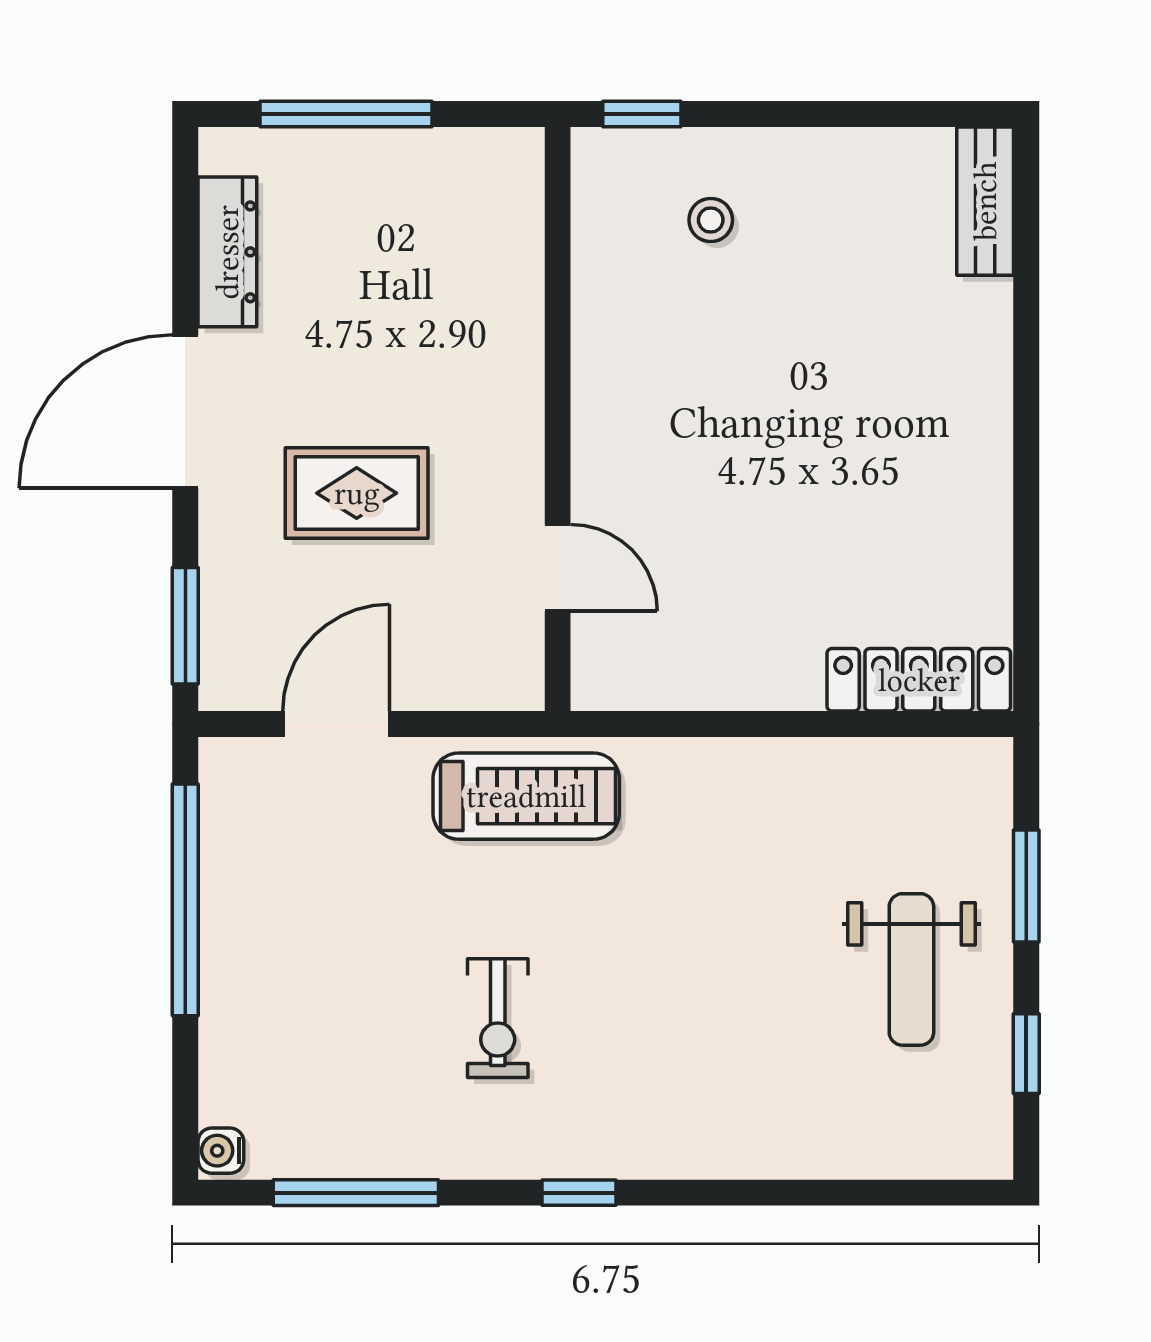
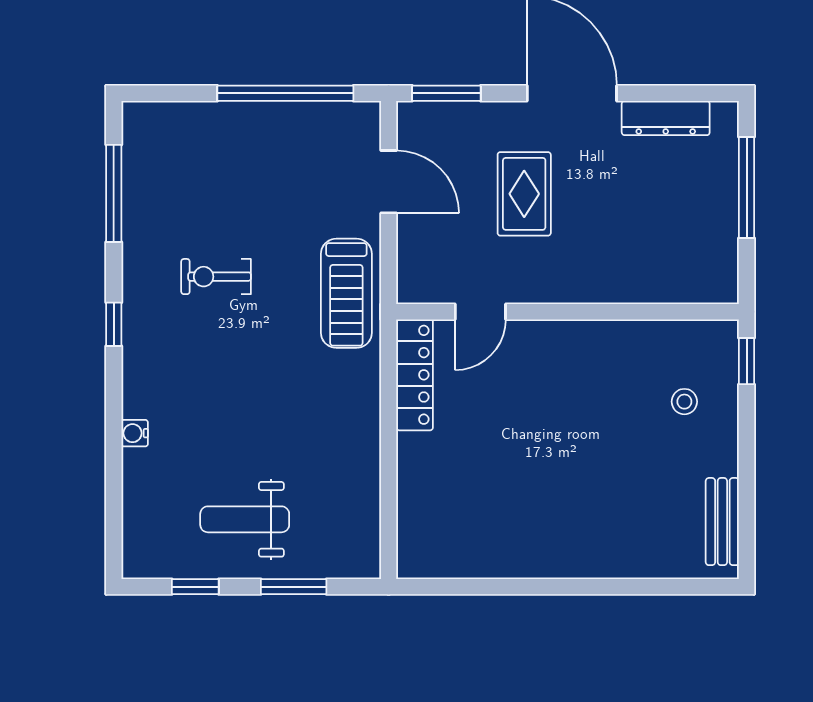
bench: (985, 201) -> (722, 522), moved, turned 90
locker: (919, 680) -> (415, 375), moved
water cooler: (221, 1151) -> (135, 433), moved, turned -90

